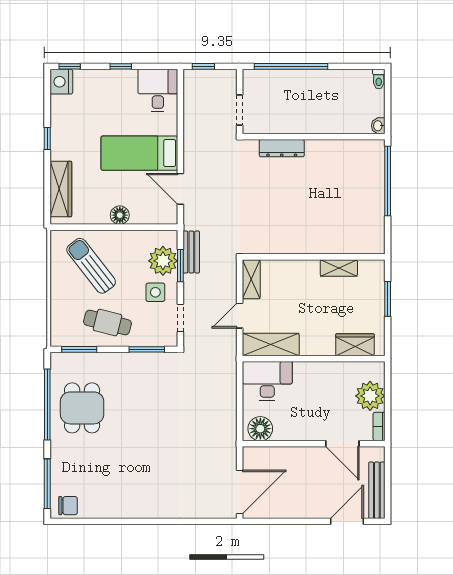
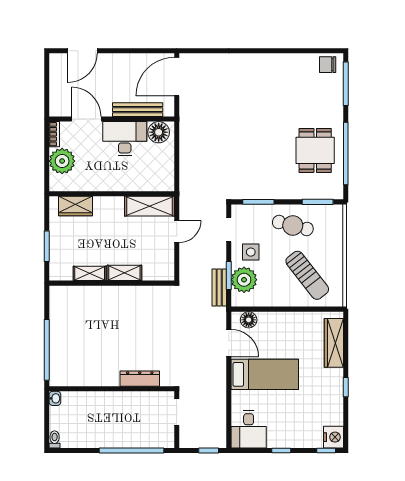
floor lamp: (120, 215) -> (249, 320), moved
shelving: (251, 279) -> (124, 273), moved, turned 90
desk: (267, 381) -> (125, 139), moved, turned 180
bench: (377, 490) -> (138, 110), moved, turned 90

